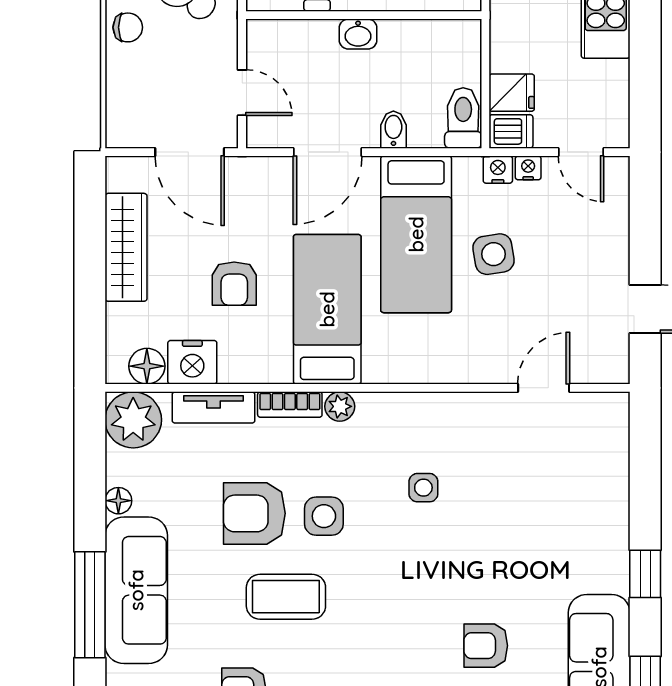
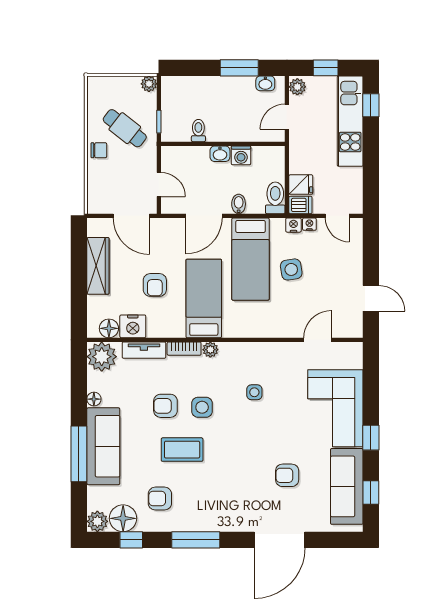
washing machine: (398, 37) -> (241, 155), added
armchair: (254, 513) -> (165, 406), width x0.72, depth x0.72
corner sofa: (578, 518) -> (335, 408), added

